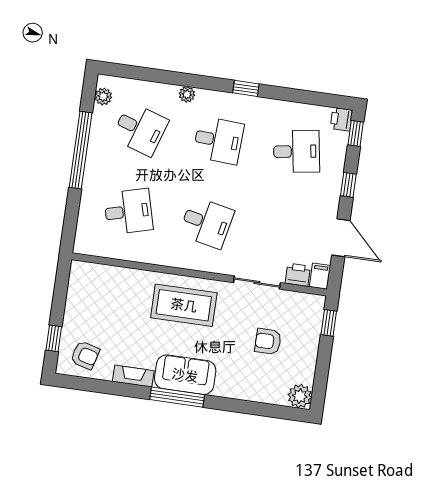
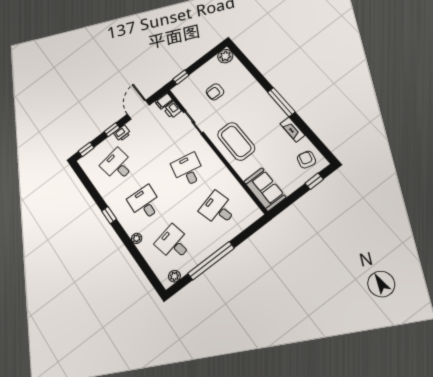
printer: (341, 119) -> (122, 133), moved
desk: (140, 129) -> (174, 243), turned -30
armchair: (268, 341) -> (215, 92), turned 90
sofa: (185, 375) -> (265, 189), moved, turned 180

